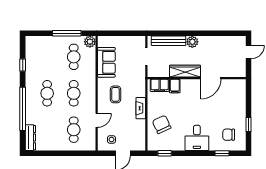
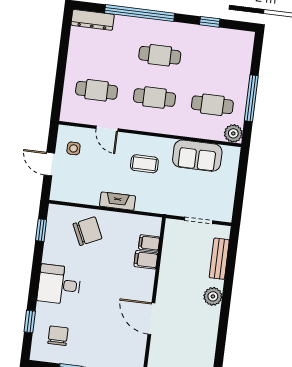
bench: (169, 41) -> (219, 259), width x0.73
wardrobe: (185, 71) -> (168, 279), removed
filing cabinet: (160, 85) -> (149, 243), width x0.50

